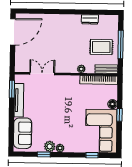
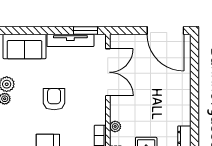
double door: (42, 74) -> (108, 72), width x1.37
armchair: (61, 113) -> (54, 99), added

